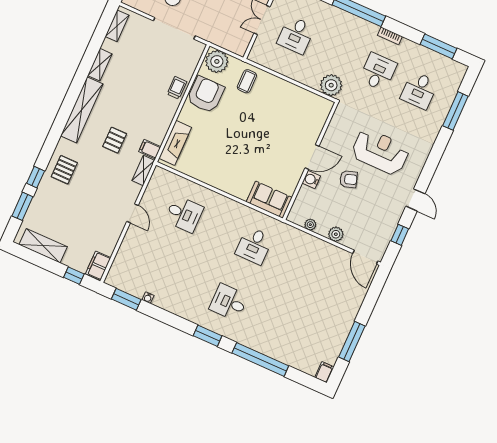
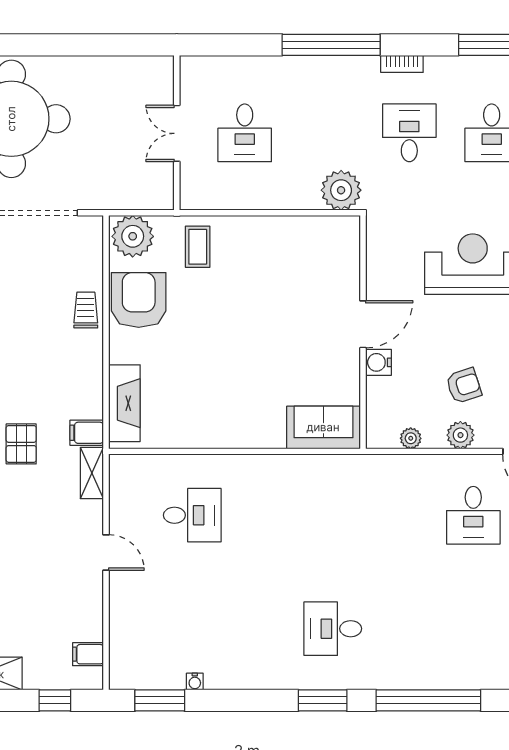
armchair: (348, 179) -> (464, 386), moved
desk: (254, 246) -> (473, 515), moved
filing cabinet: (98, 266) -> (88, 654), width x0.50

